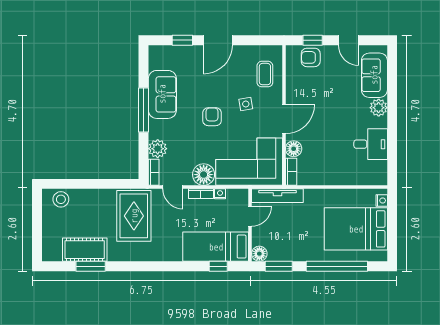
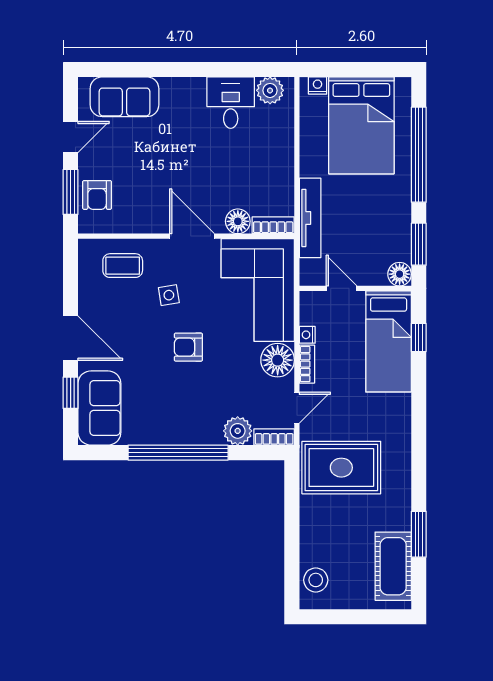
window: (313, 40) -> (71, 192), width x1.50
sofa: (162, 94) -> (99, 408), moved, turned 90
plant: (379, 108) -> (270, 90), moved
window: (144, 110) -> (178, 453), width x1.46
tv unit: (277, 196) -> (310, 218), moved
cot: (85, 250) -> (393, 566), moved

